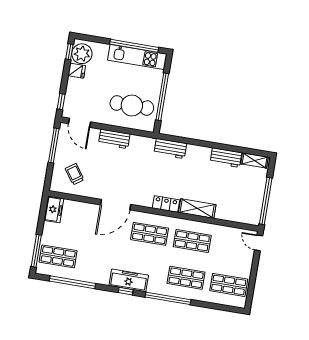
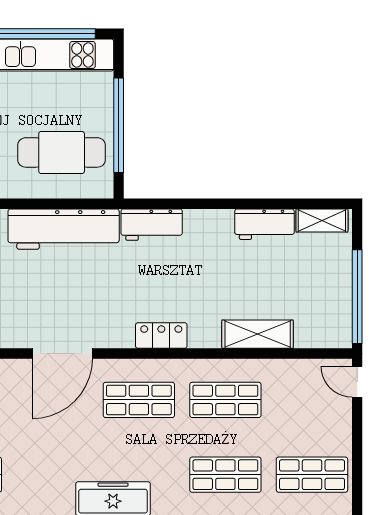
workbench: (114, 139) -> (64, 229), width x1.88, depth x1.32
shelving: (197, 209) -> (258, 334), moved

